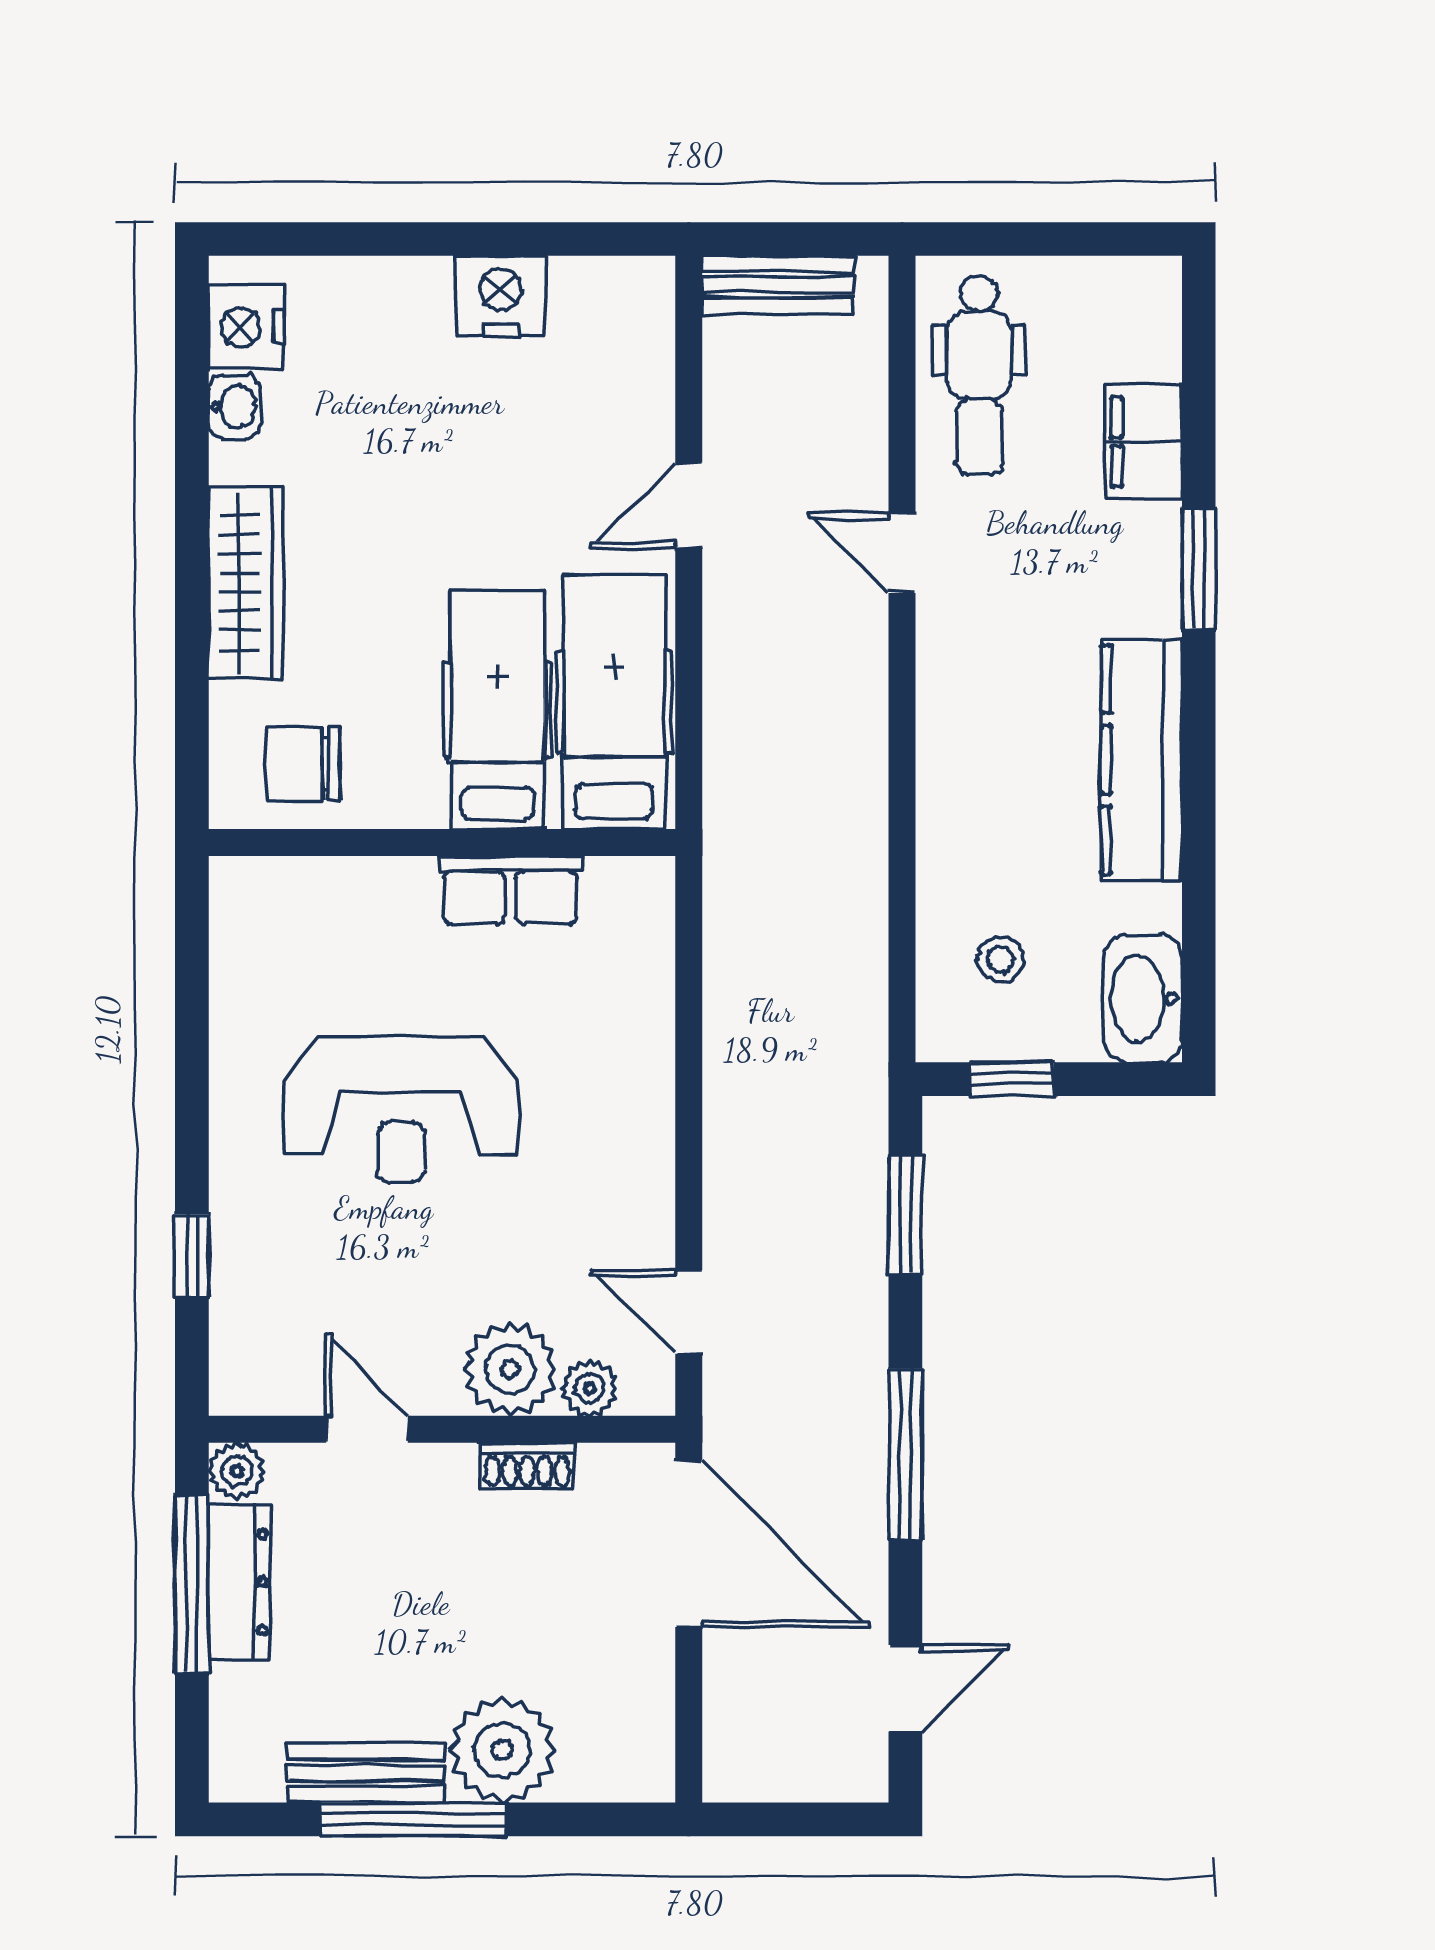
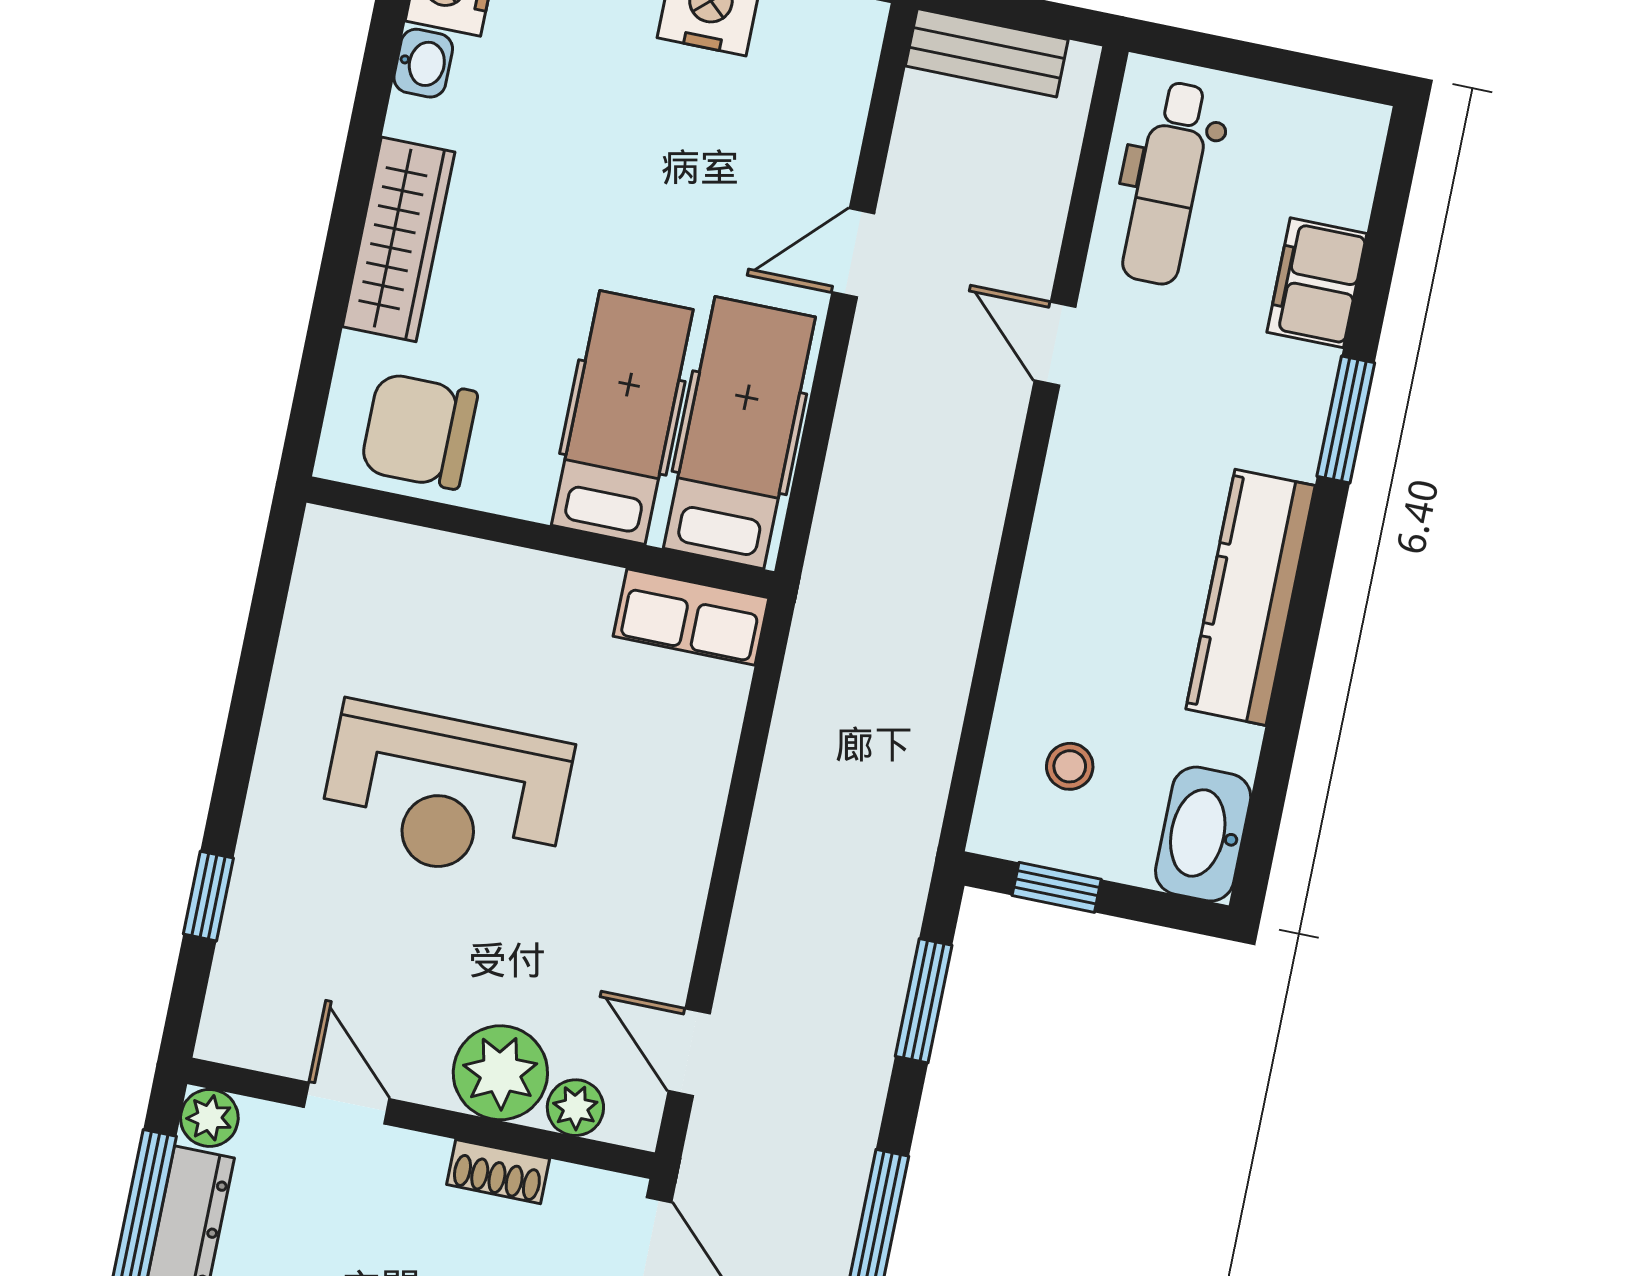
chair: (303, 764) -> (419, 431), width x1.37, depth x1.37
row of seats: (510, 890) -> (691, 617), moved

